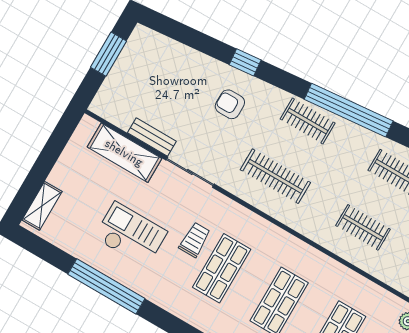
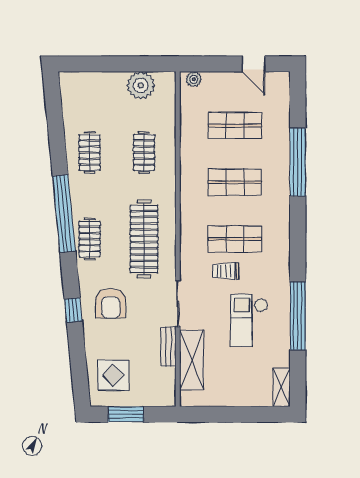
display table: (156, 64) -> (113, 375), added
armchair: (230, 104) -> (111, 303), width x1.38, depth x1.38
clothes rail: (275, 176) -> (144, 239), width x1.37, depth x1.31
shelving: (42, 206) -> (281, 387), moved, turned 90

